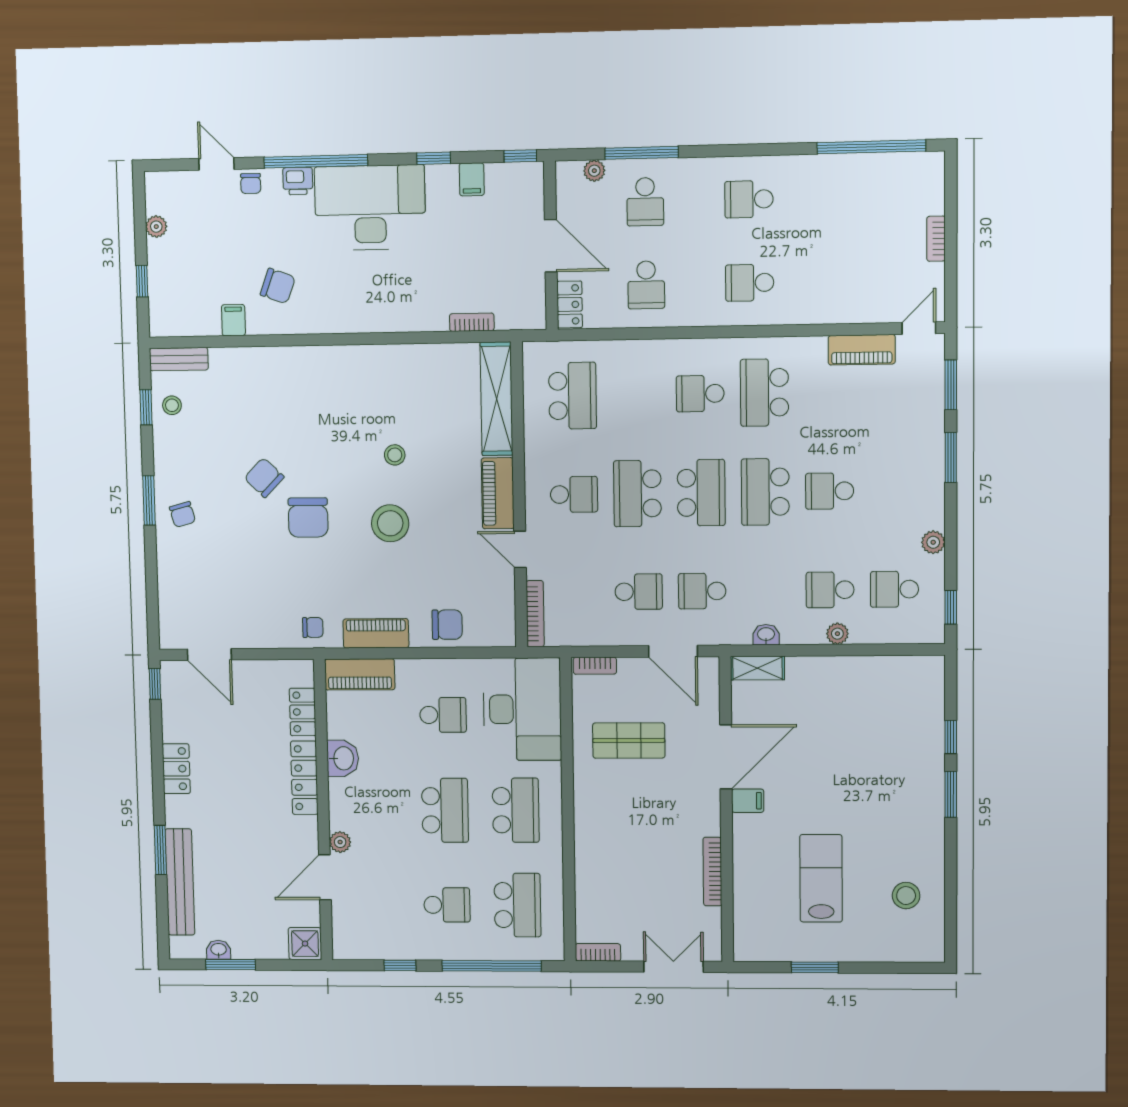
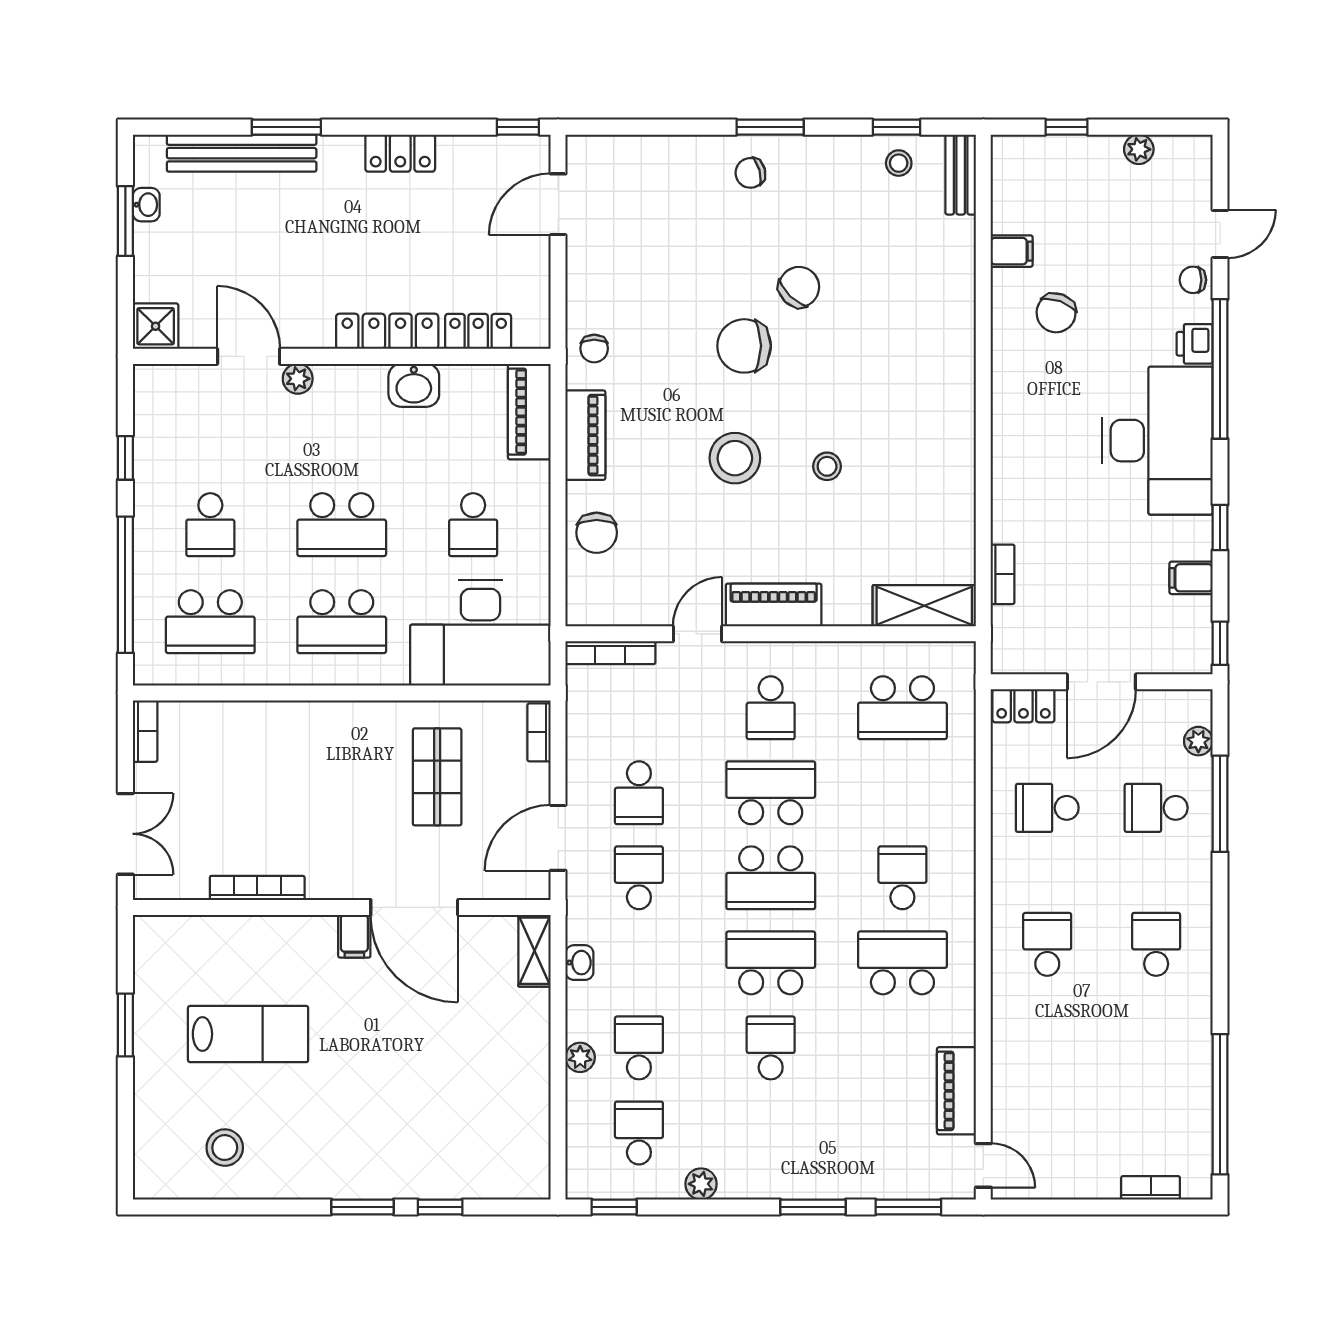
bookcase: (936, 239) -> (1151, 1188), moved
shelving: (497, 399) -> (924, 606), width x0.68

